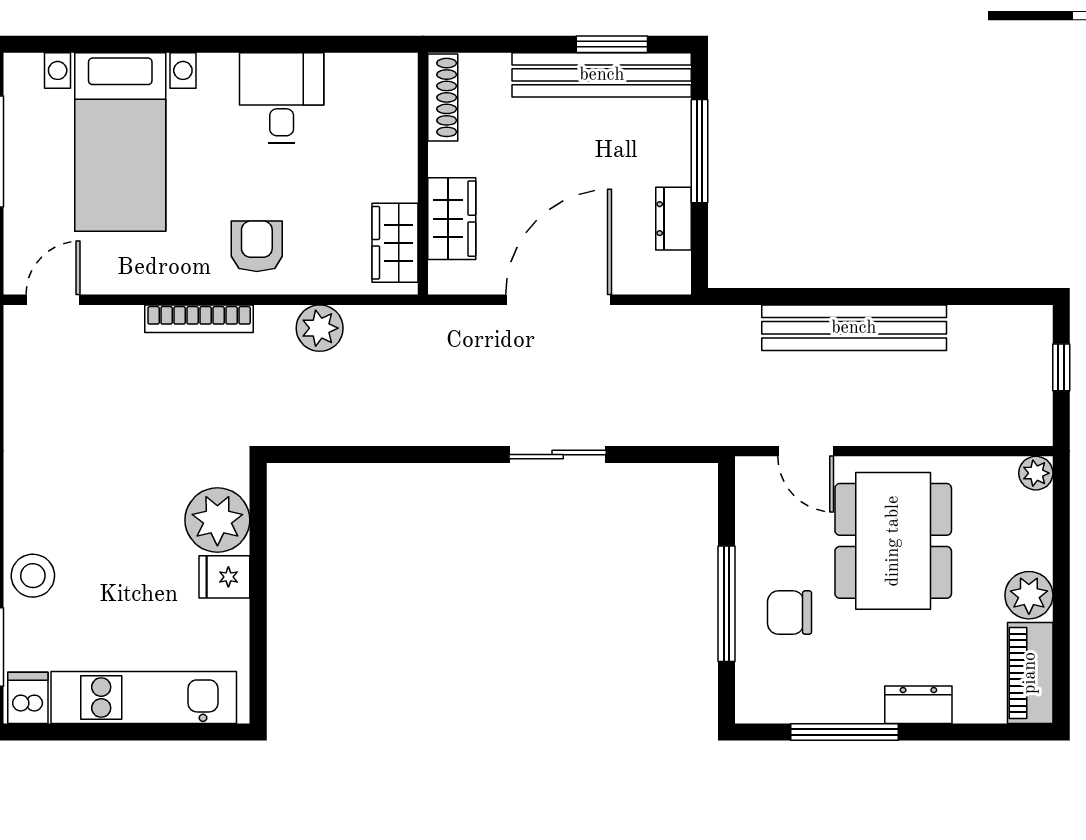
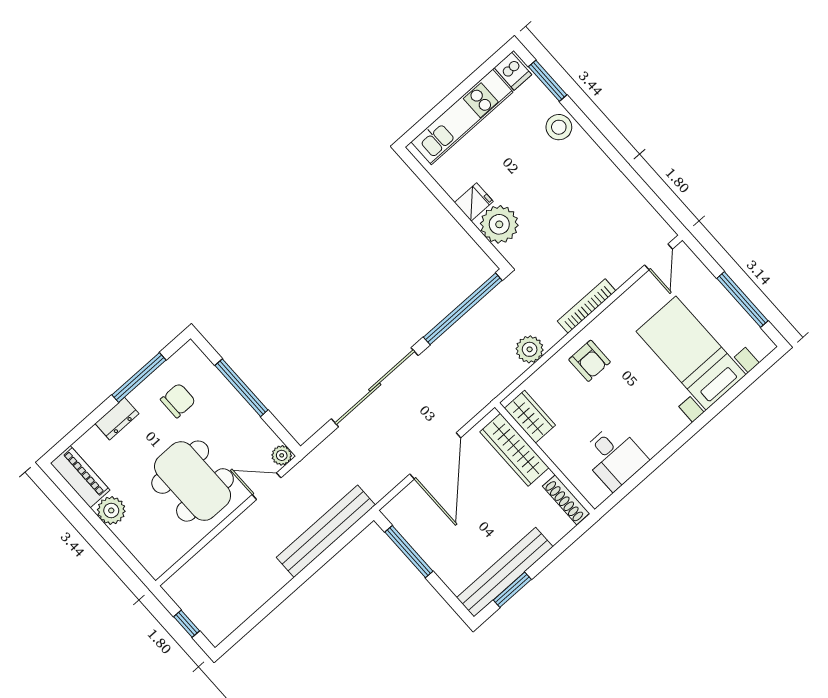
desk: (282, 98) -> (614, 457), moved
window: (700, 151) -> (409, 552), moved
wardrobe: (452, 219) -> (514, 450), width x1.50
dresser: (673, 219) -> (416, 537), removed
bench: (854, 328) -> (326, 531), moved
window: (358, 455) -> (463, 309), added
sliding door: (558, 455) -> (375, 387), width x1.86
plant: (1036, 473) -> (282, 455), moved
chair: (790, 613) -> (178, 400), moved

